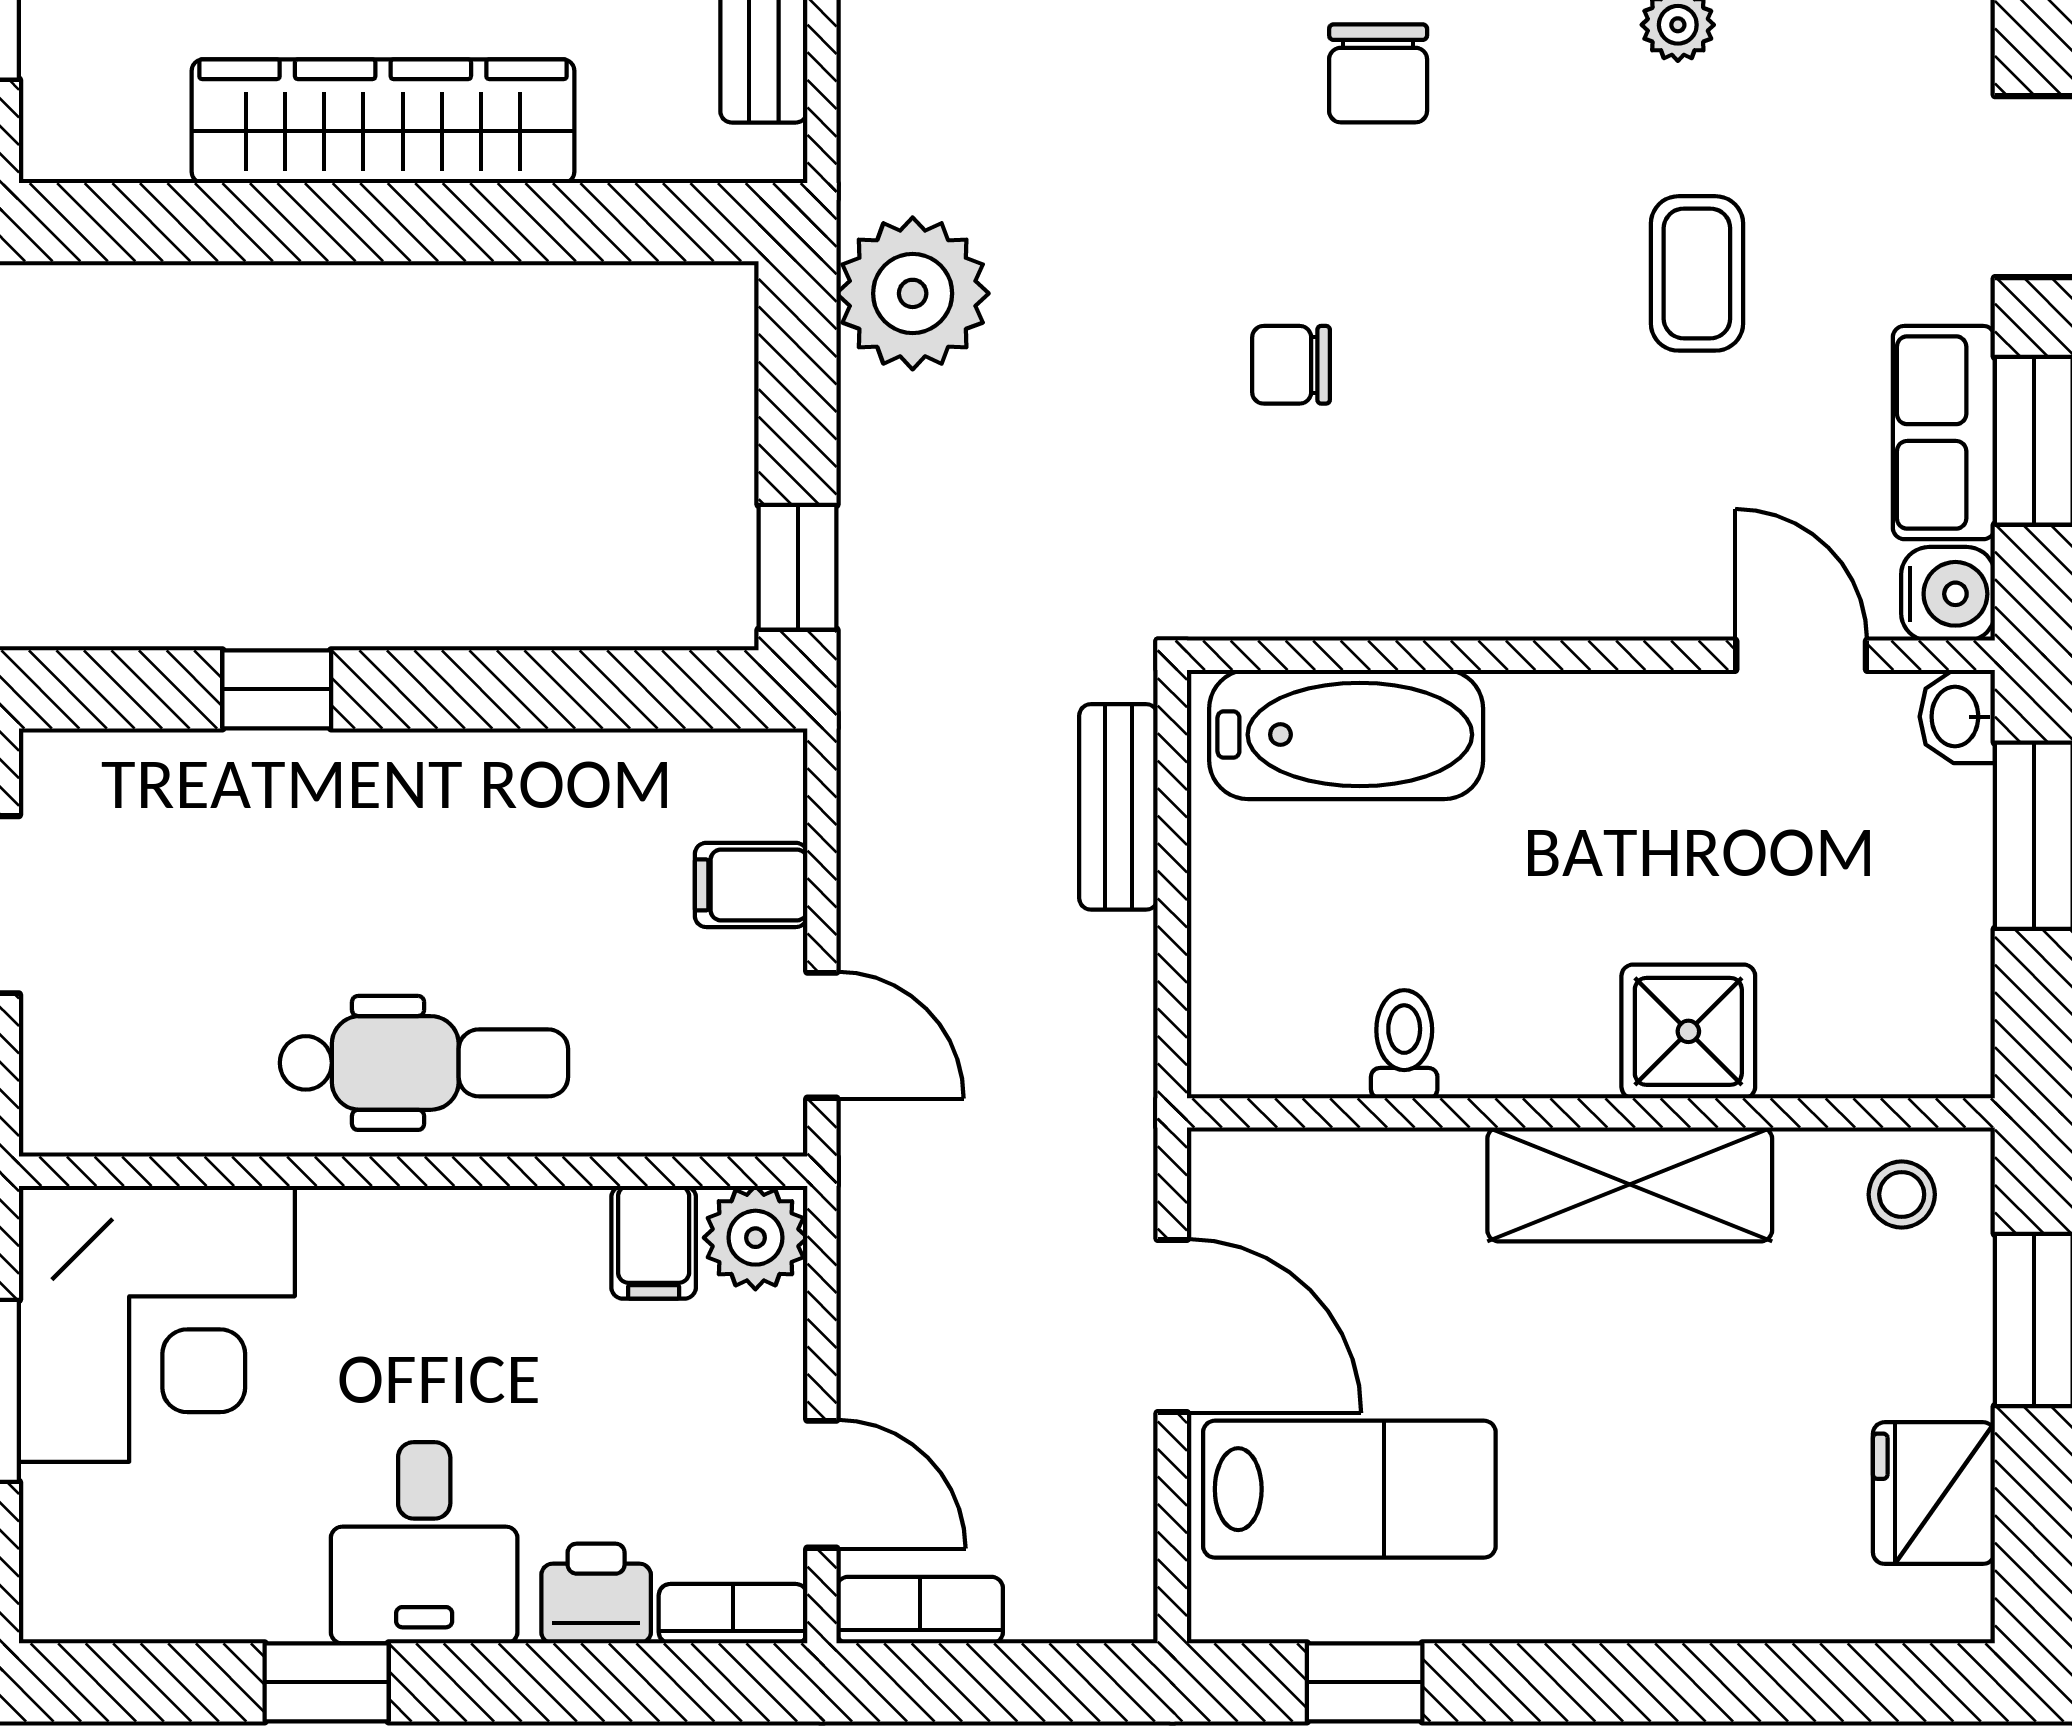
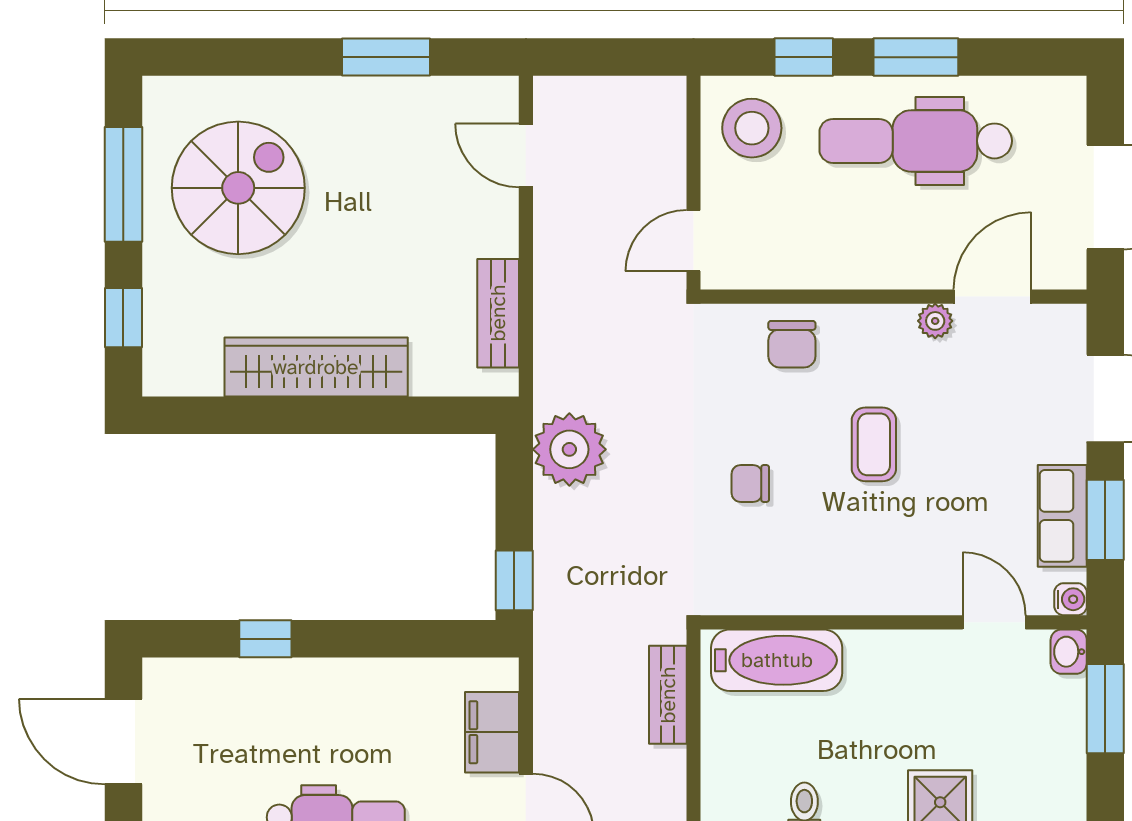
coffee table: (1697, 273) -> (874, 444), moved
water cooler: (1948, 594) -> (1071, 599), width x0.72, depth x0.72
filing cabinet: (751, 885) -> (492, 732), width x2.00

